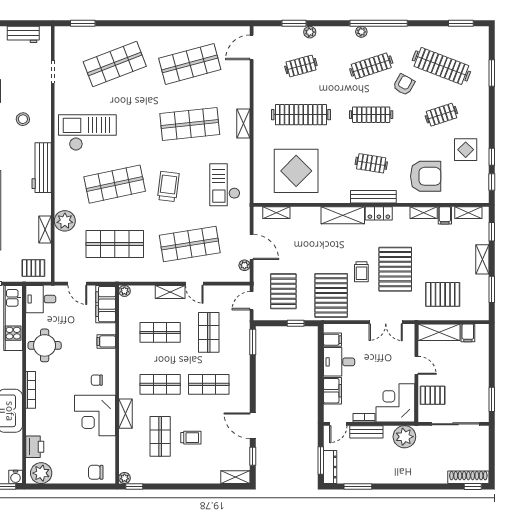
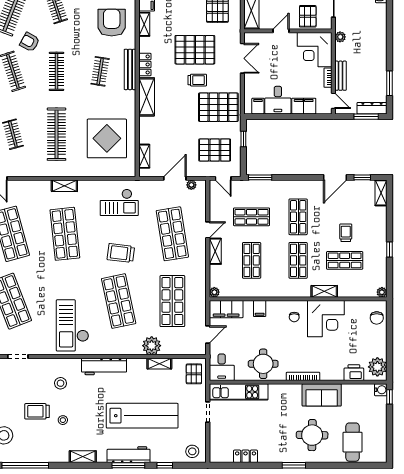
plant: (404, 437) -> (340, 37), width x0.53, depth x0.53
window: (134, 487) -> (389, 250), moved

